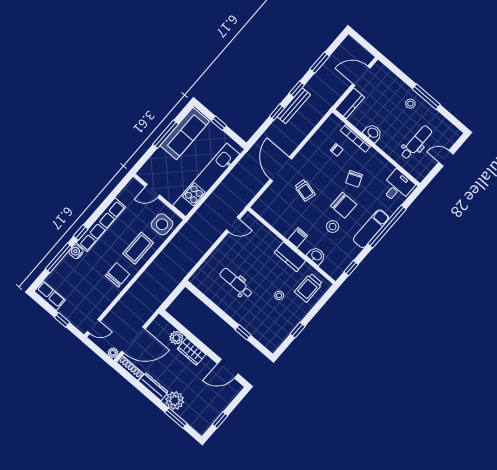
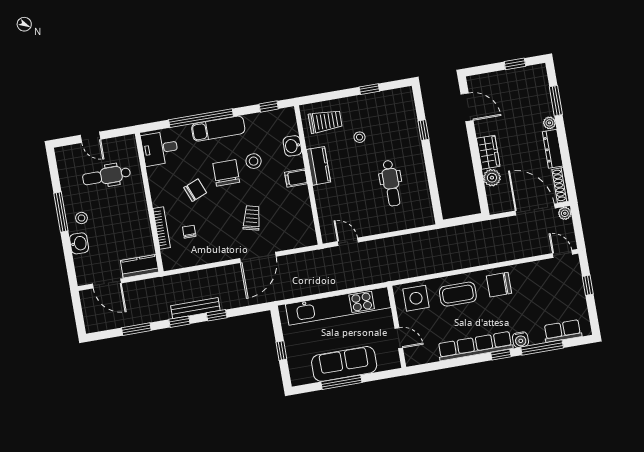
sofa: (185, 133) -> (344, 364), moved
washbasin: (373, 133) -> (79, 243), moved, turned 180
row of seats: (50, 296) -> (563, 331), moved, turned 90
plant: (175, 401) -> (549, 123), width x0.53, depth x0.53

